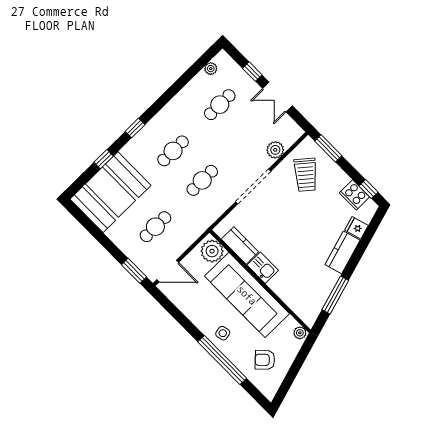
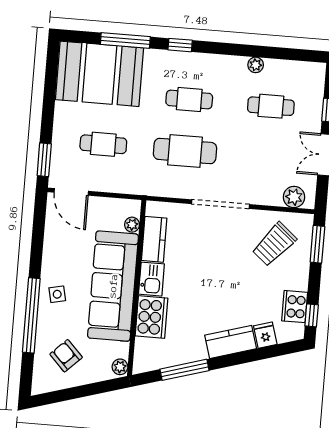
plant: (211, 69) -> (256, 65), moved
plant: (275, 150) -> (294, 197), moved
window: (104, 159) -> (125, 41), width x2.17
cafe table: (202, 180) -> (185, 151), width x1.37, depth x1.35
plant: (212, 251) -> (132, 225), width x0.53, depth x0.53
cooker: (286, 288) -> (151, 317), added

